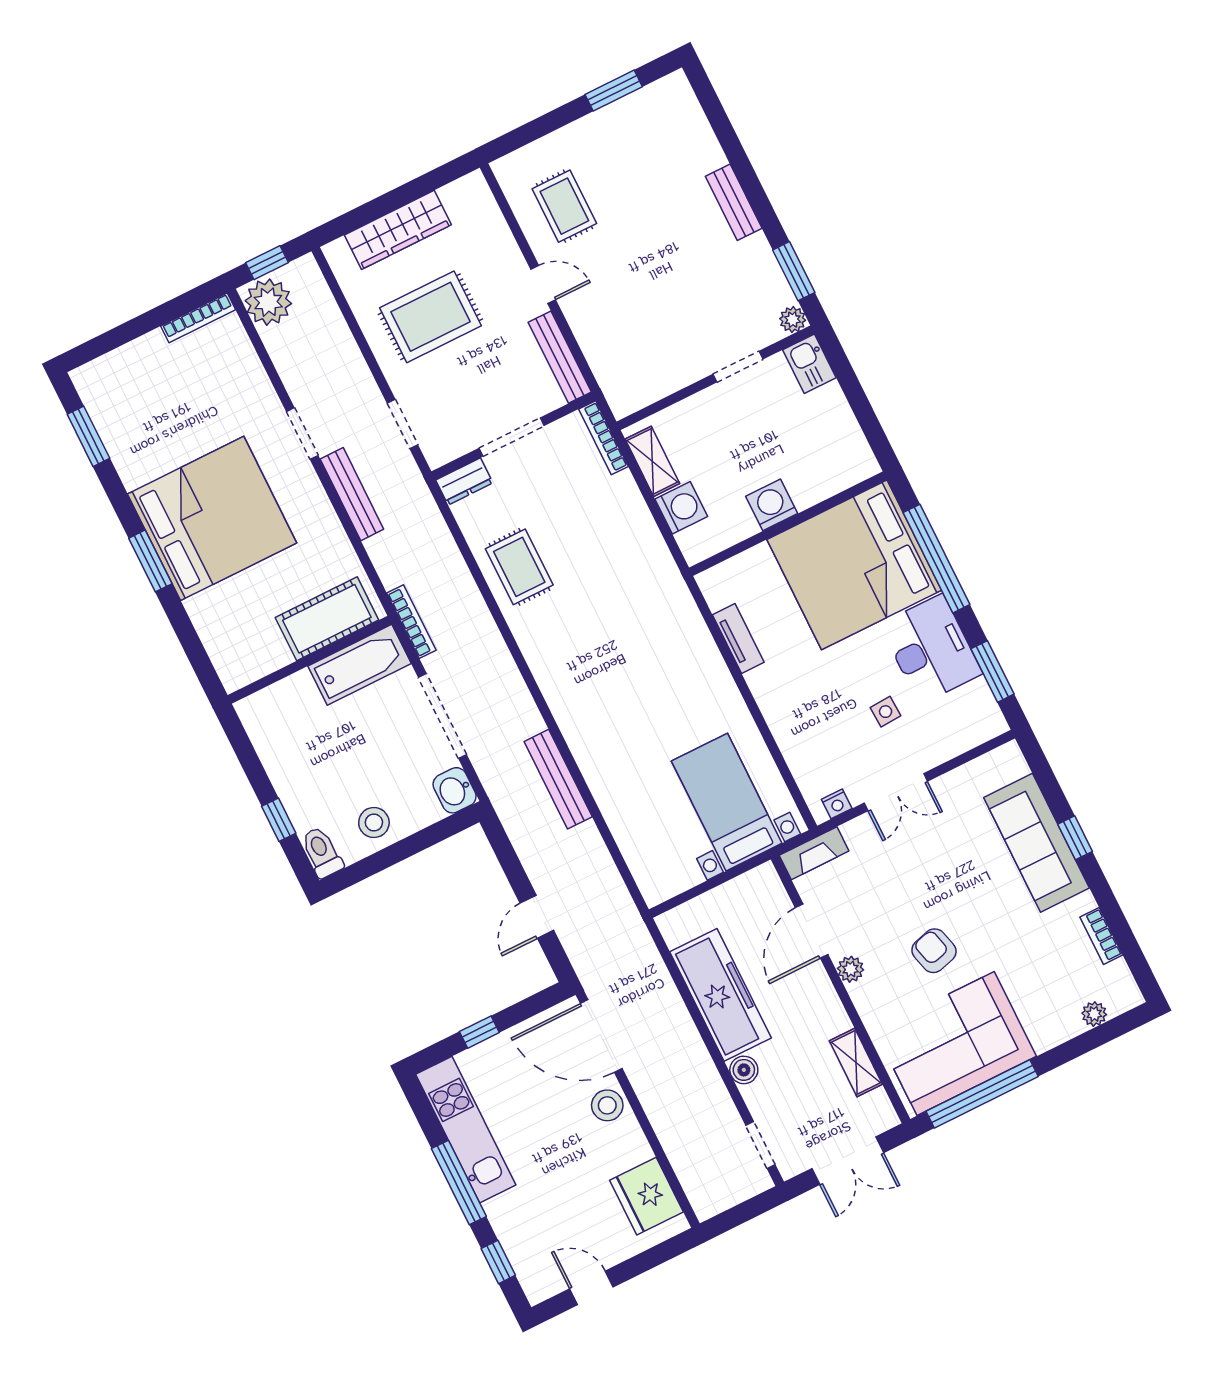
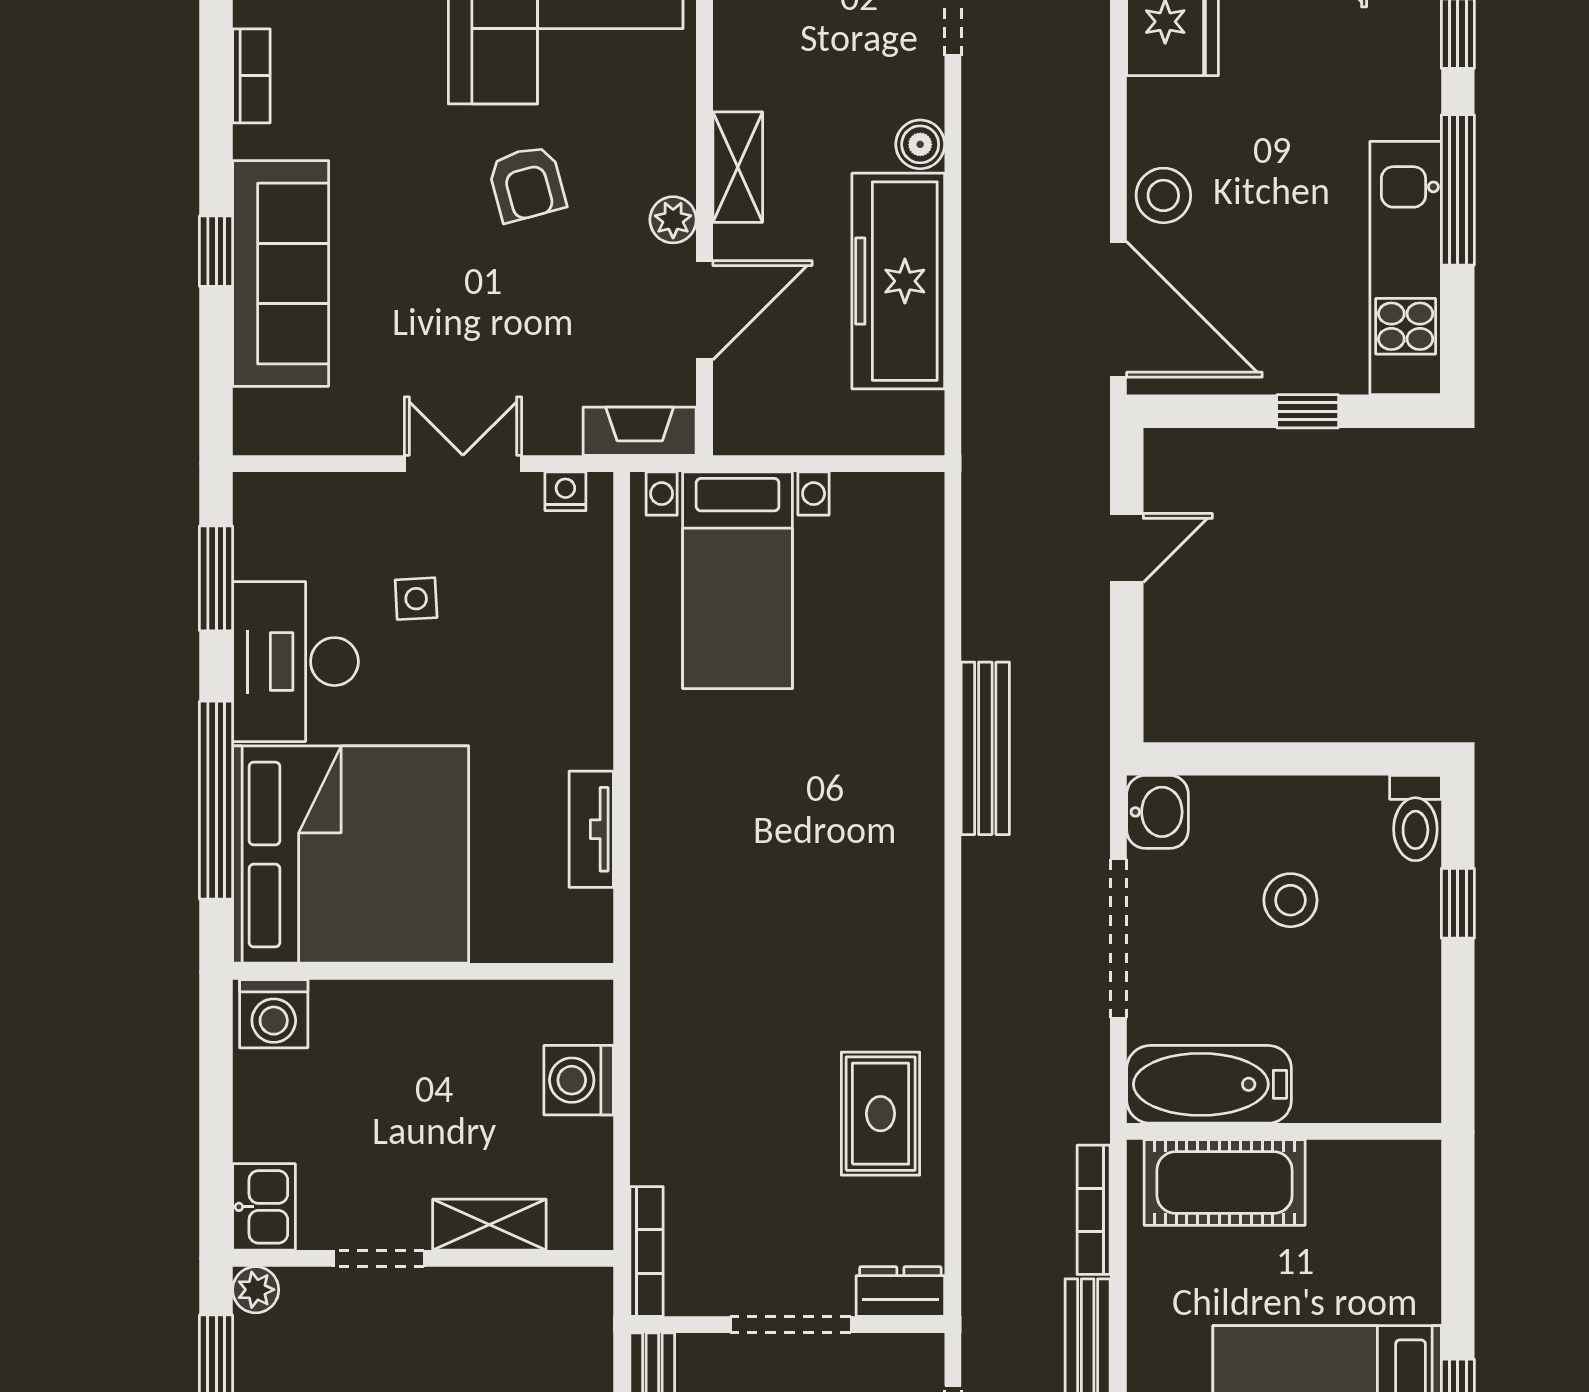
shelving: (652, 461) -> (489, 1225), moved, turned 90
washing machine: (772, 505) -> (274, 1014), moved
bookcase: (411, 622) -> (1094, 1210), moved
stool: (374, 823) -> (1290, 900), moved
shelving: (856, 1063) -> (738, 167), moved

